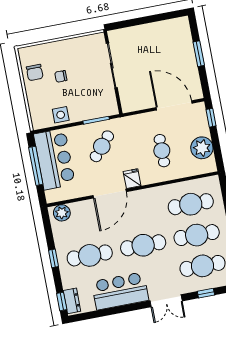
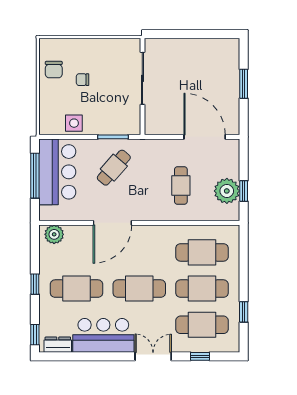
window: (211, 118) -> (244, 191), moved
fridge: (132, 179) -> (141, 211), removed
dresser: (72, 301) -> (58, 345), moved, turned -90
double door: (166, 301) -> (153, 356), swing flipped

